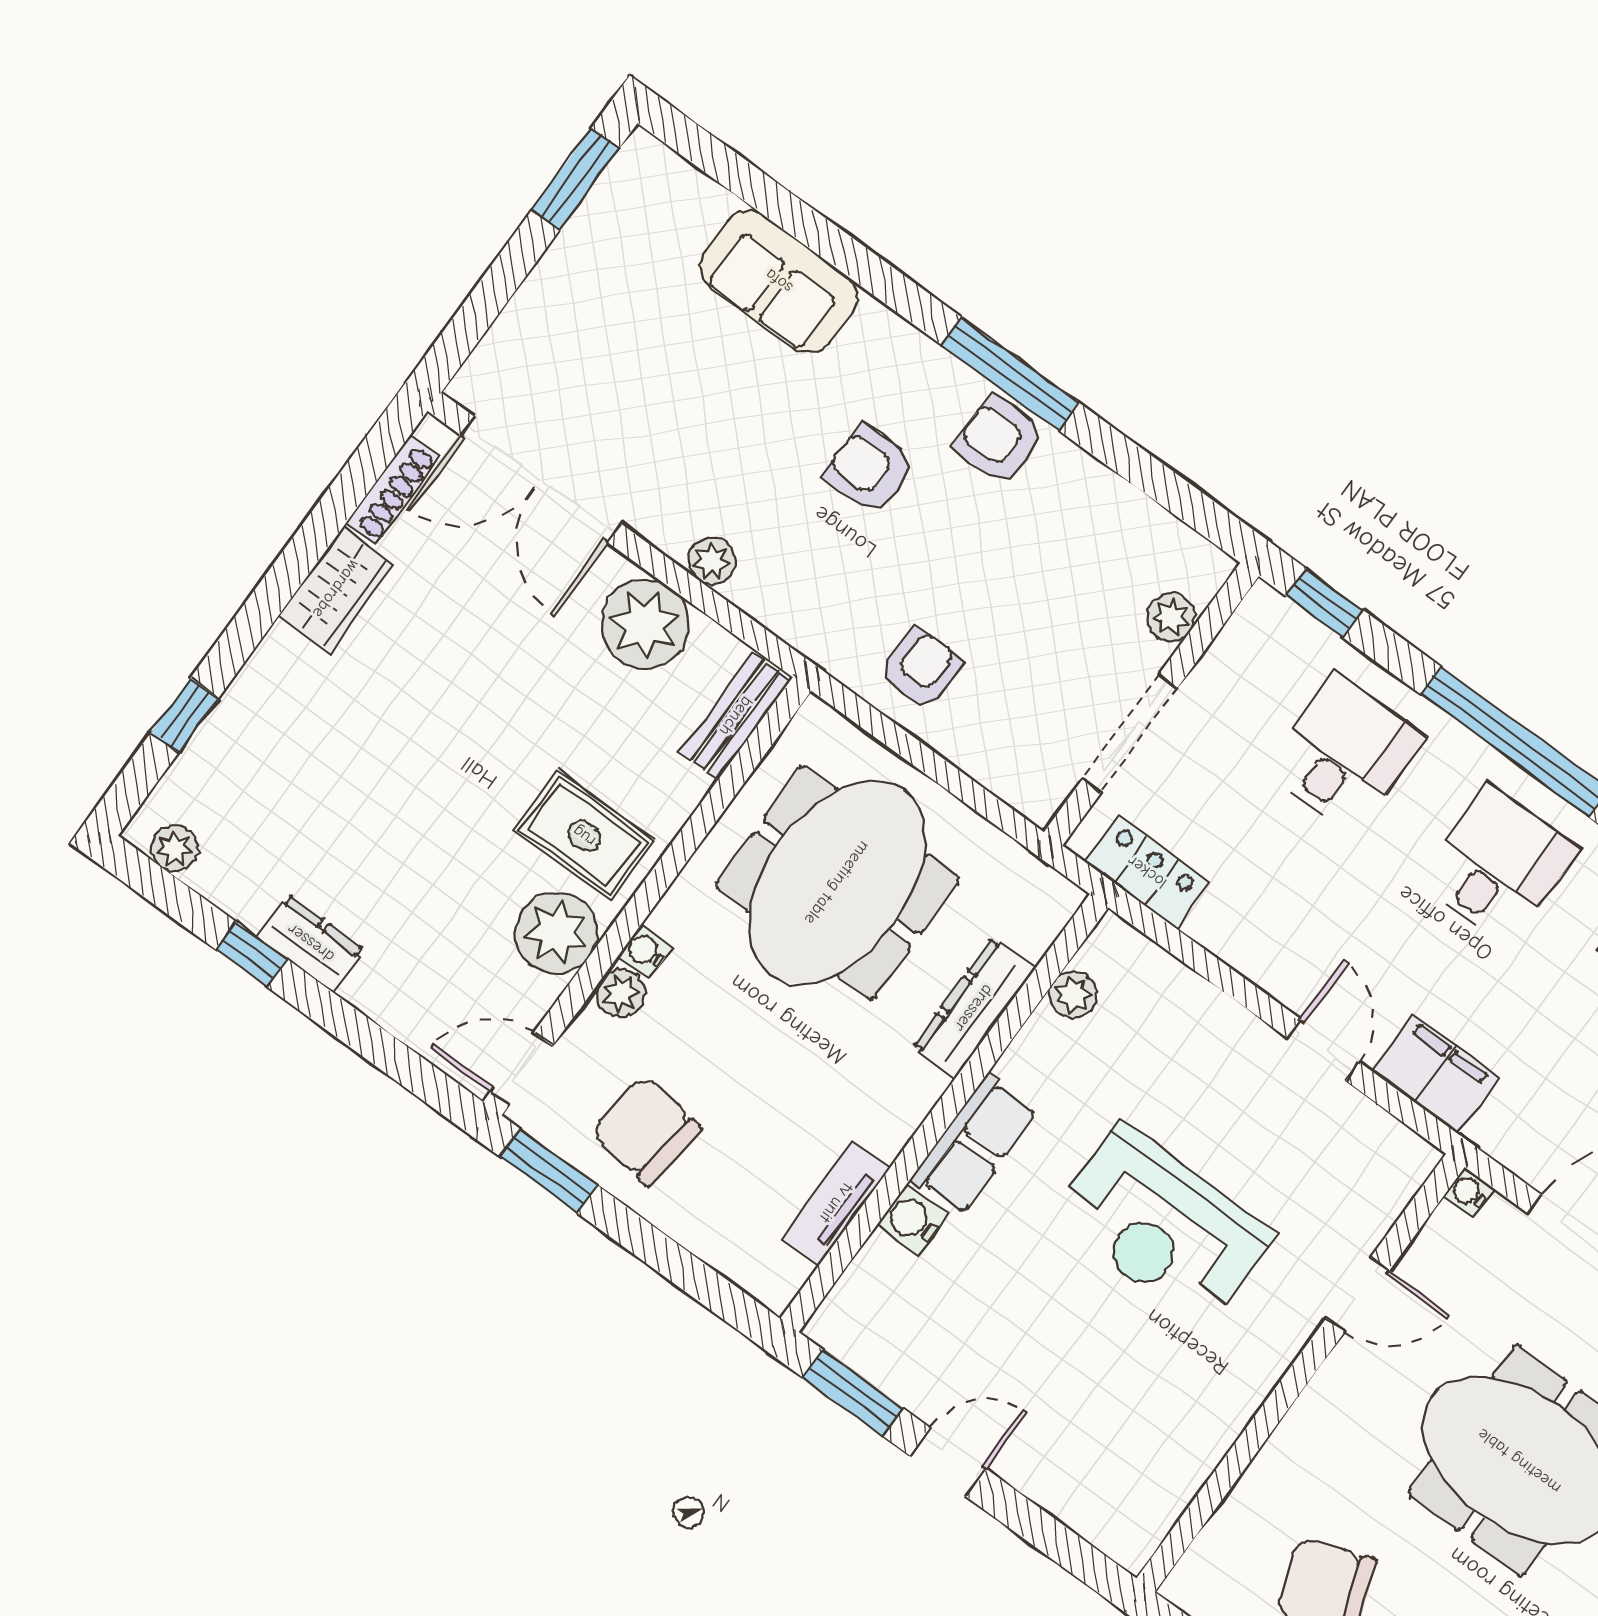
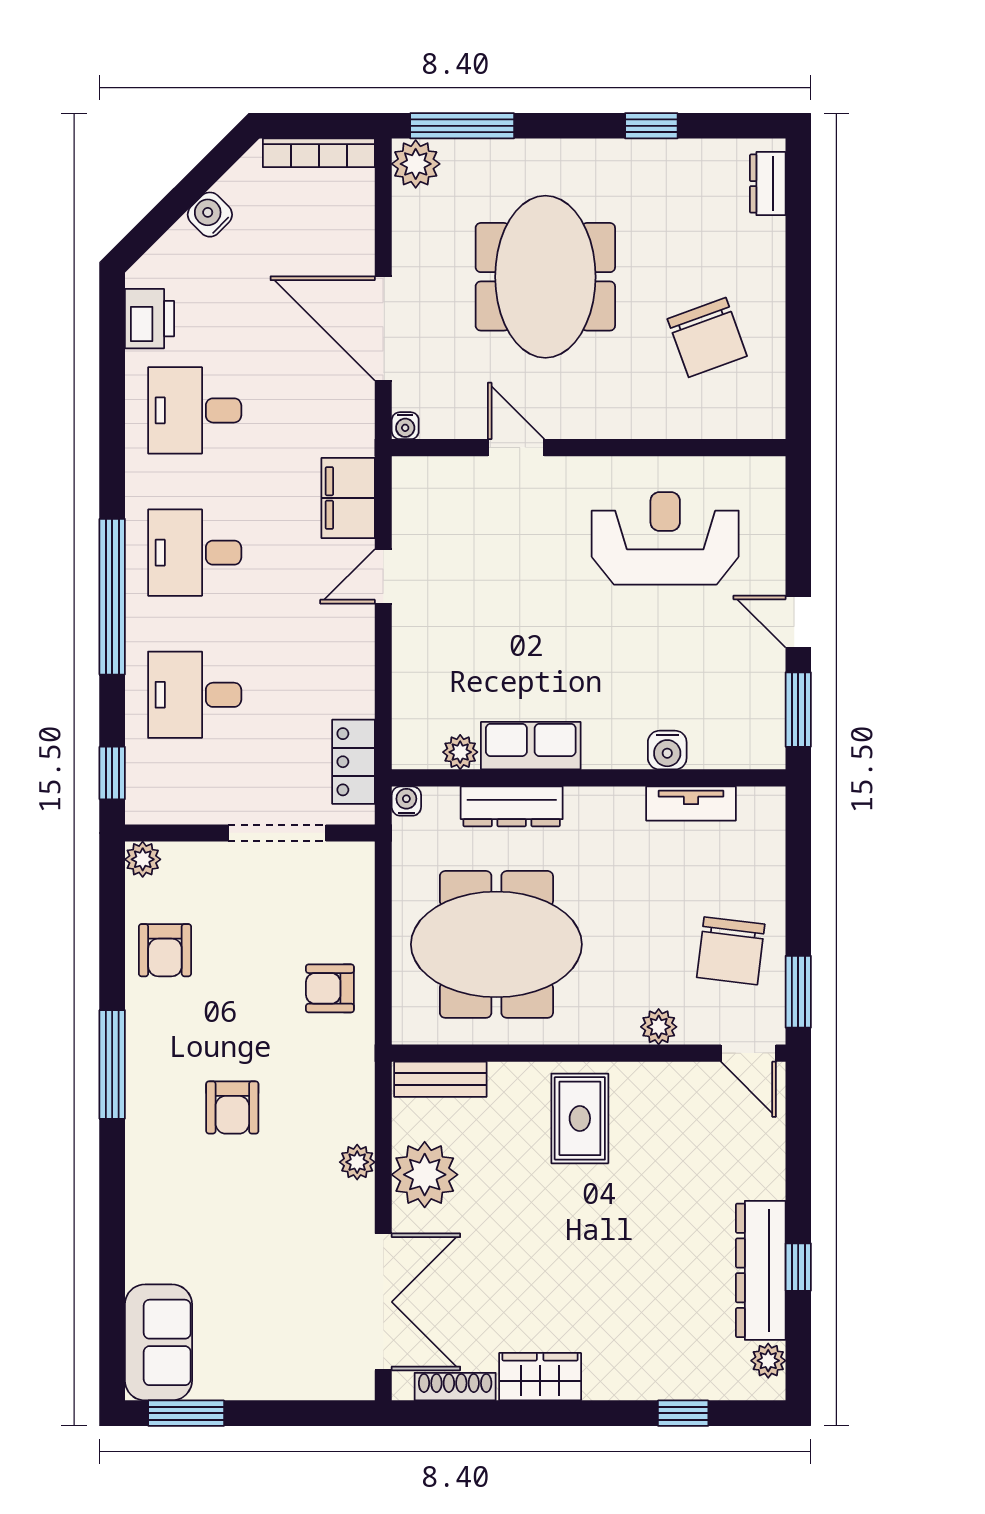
sofa: (779, 281) -> (158, 1342), moved
armchair: (1000, 440) -> (165, 950), moved
plant: (1171, 617) -> (143, 859), moved
plant: (556, 933) -> (651, 1092), removed
dresser: (311, 943) -> (761, 1270), width x1.96, depth x1.24
water cooler: (645, 951) -> (406, 801), moved, turned 180
row of seats: (974, 1145) -> (531, 746), moved
reception desk: (1163, 1226) -> (665, 538), moved, turned -90

